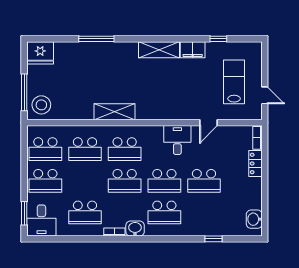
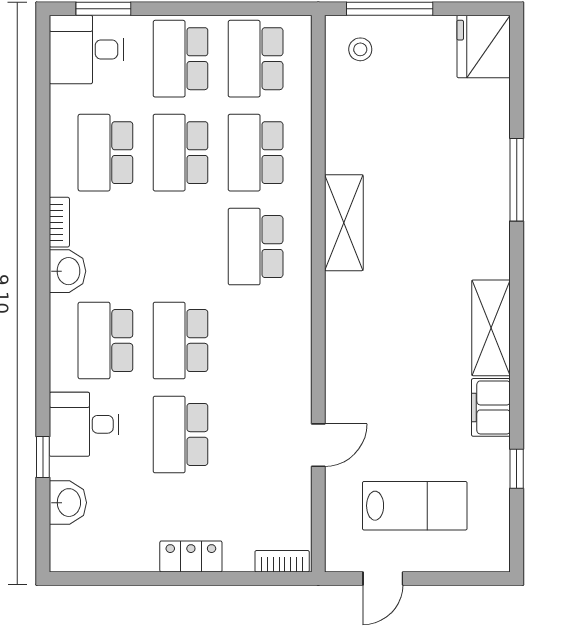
stool: (41, 105) -> (360, 49), width x0.53, depth x0.53
door: (208, 123) -> (318, 445), swing flipped
desk: (177, 140) -> (84, 424), moved, turned 180
locker: (255, 163) -> (191, 556), moved
school desk: (125, 181) -> (181, 153), moved
washbasin: (254, 219) -> (68, 503), moved, turned 90

